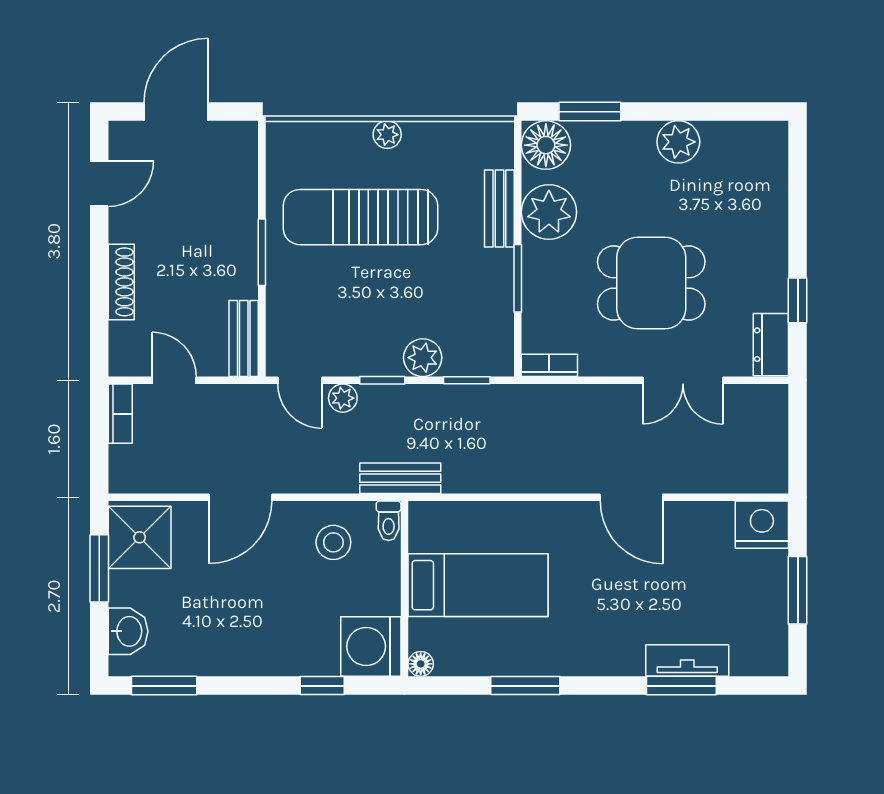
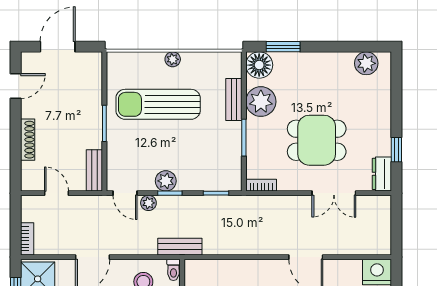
plant: (678, 142) -> (366, 63), moved
plant: (423, 358) -> (166, 181), moved
bookcase: (120, 414) -> (27, 239), moved

